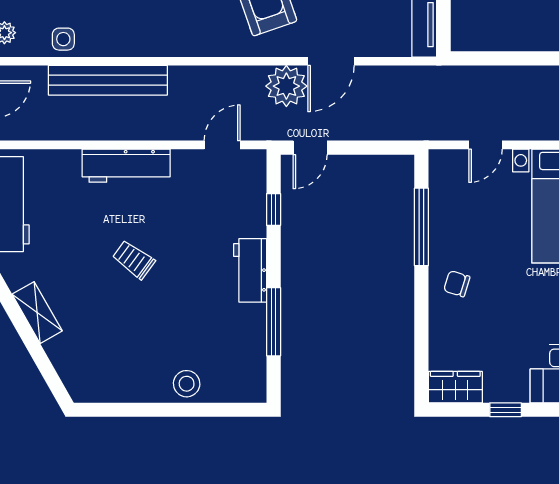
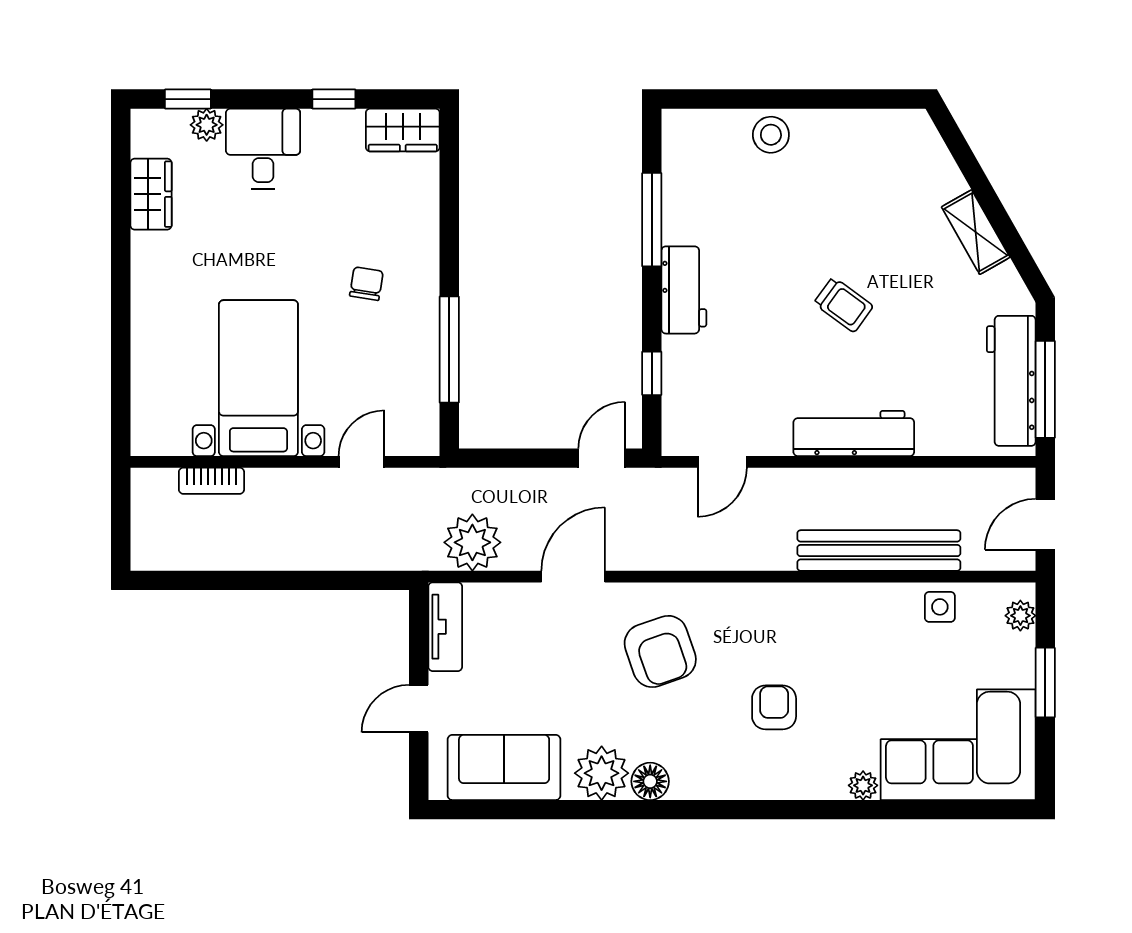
plant: (286, 86) -> (472, 542), moved
chair: (457, 284) -> (366, 284), moved, turned -98

